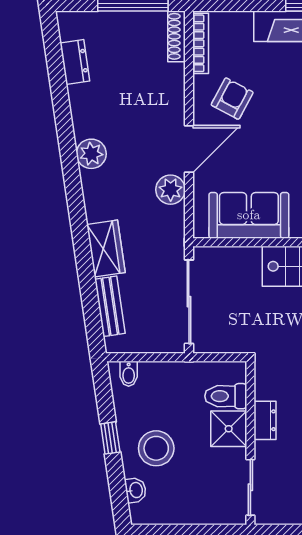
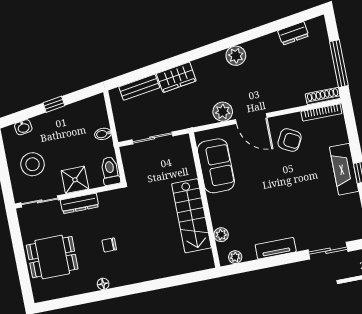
sliding door: (189, 302) -> (152, 138), width x0.73
bidet: (129, 374) -> (103, 134), moved
toilet: (226, 396) -> (110, 171), moved
dresser: (265, 420) -> (80, 203), width x1.44
stool: (156, 448) -> (32, 164), moved

